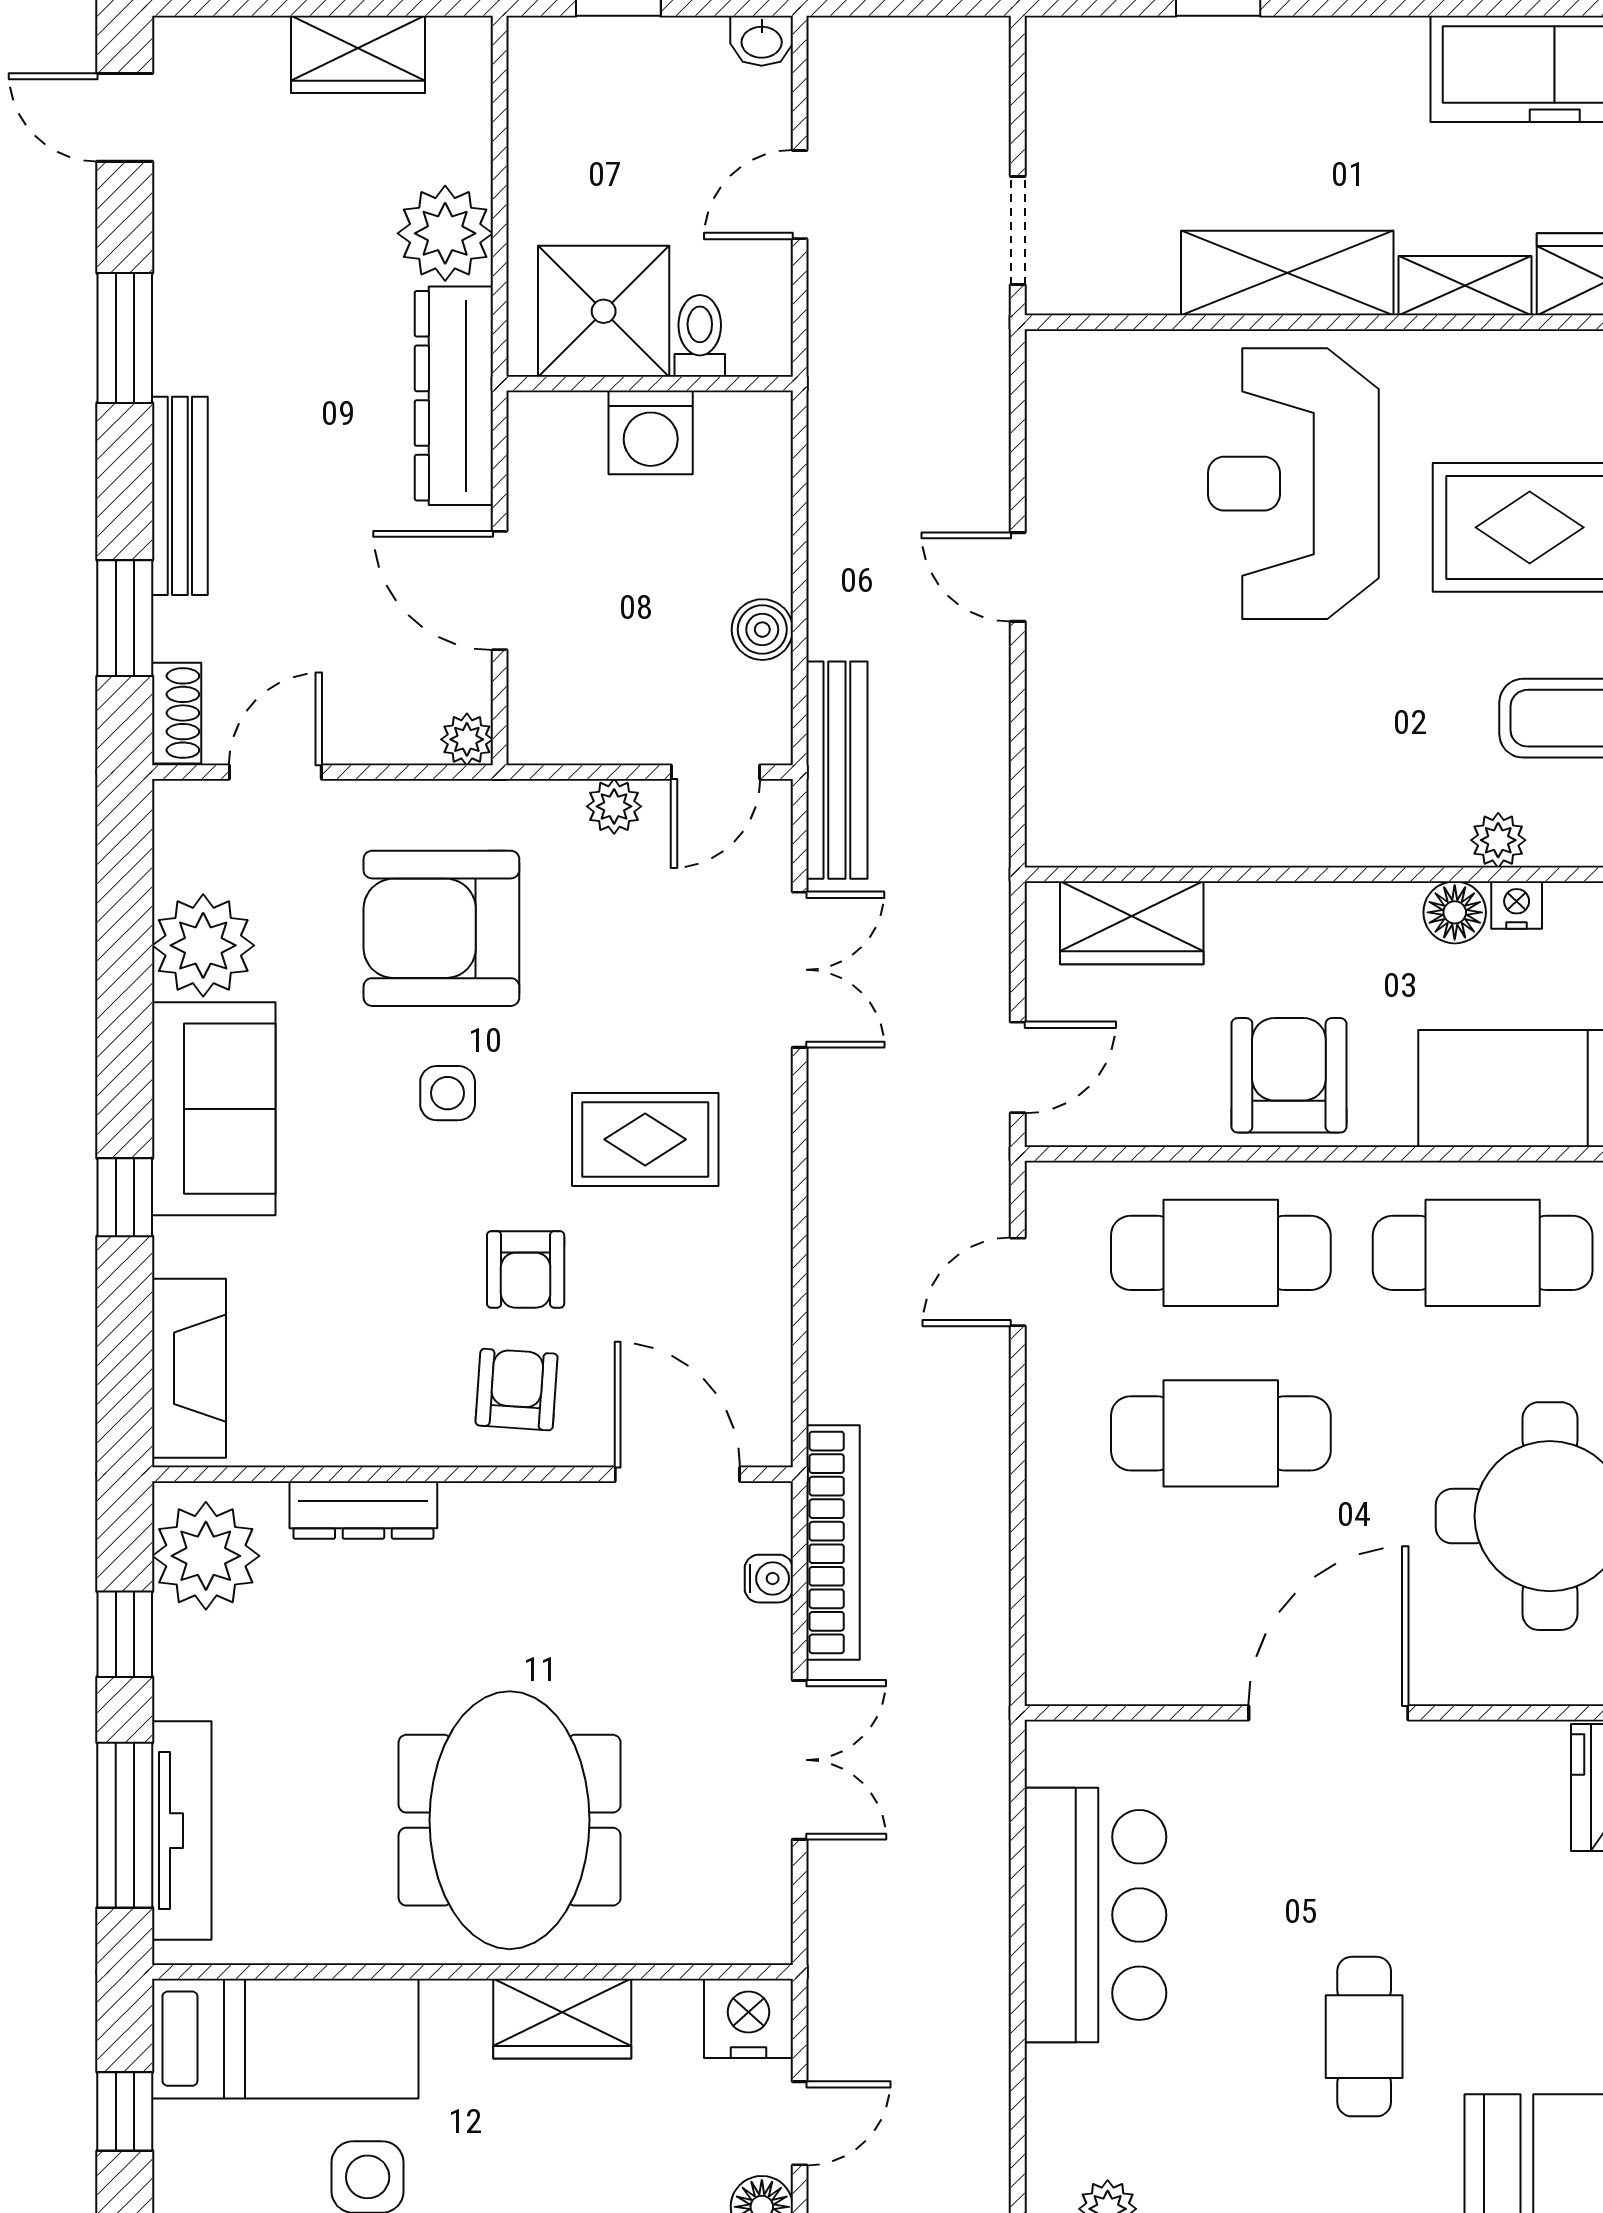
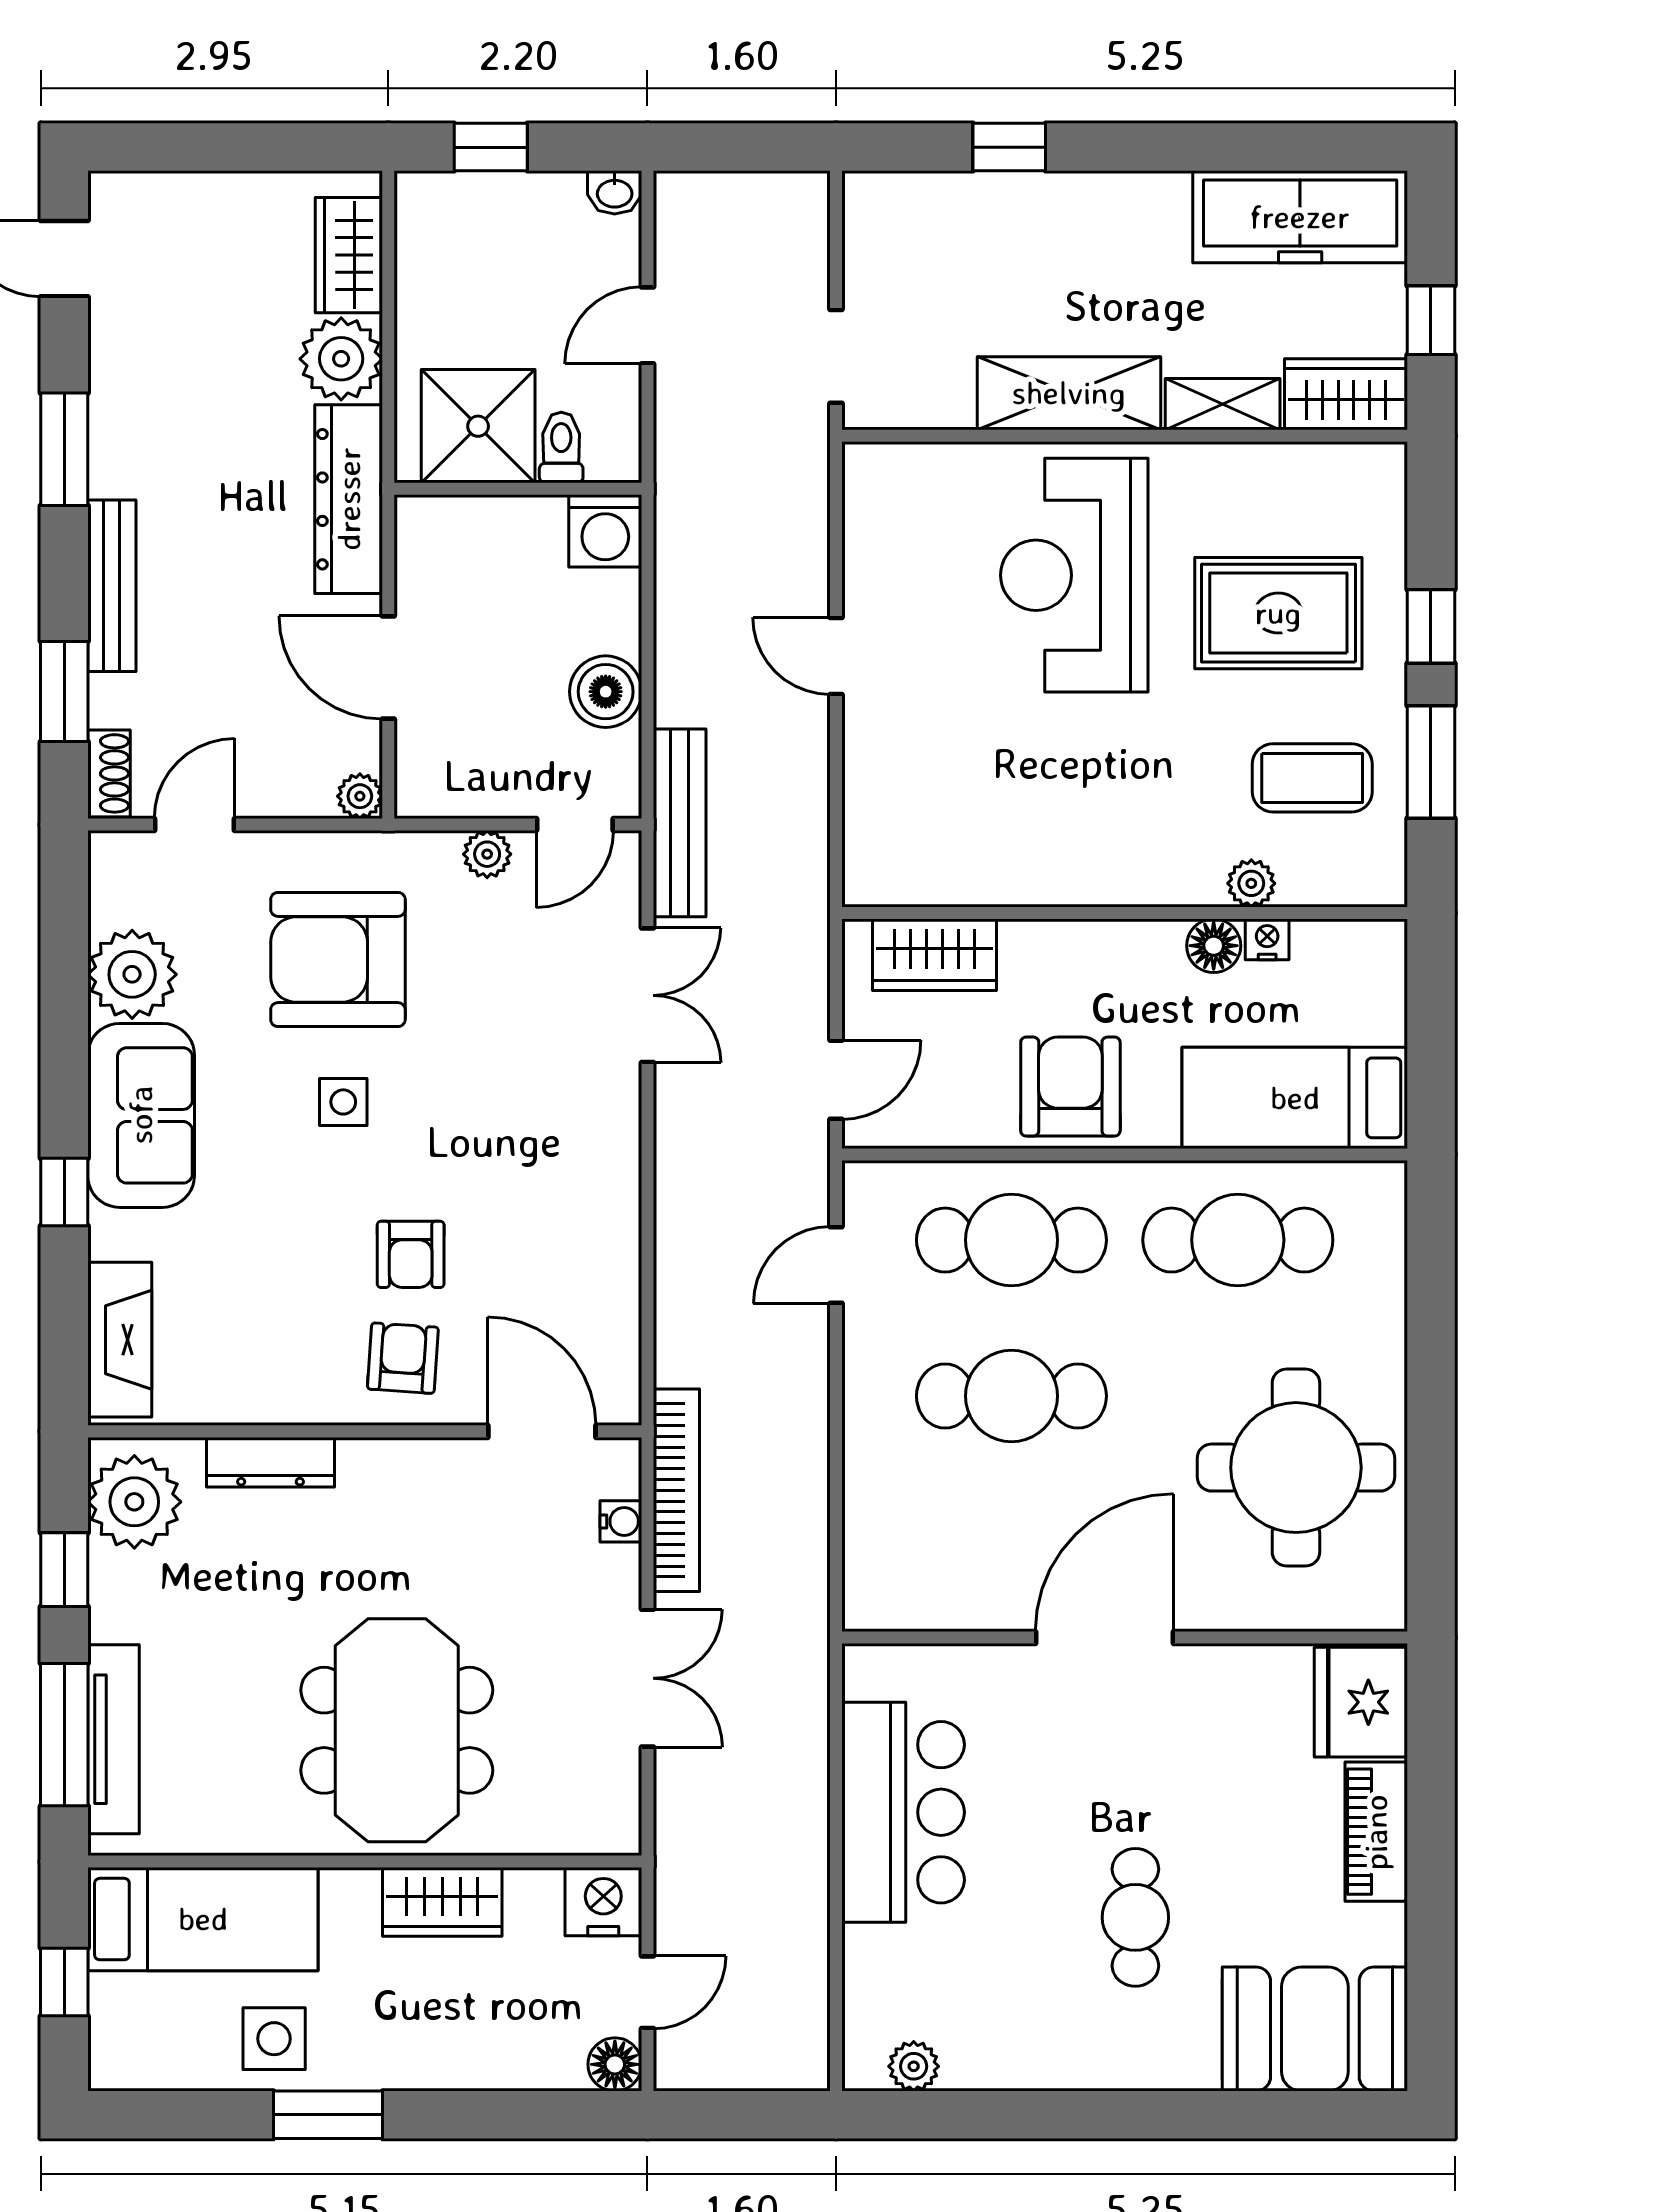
wardrobe: (358, 54) -> (349, 255), moved, turned 90
washing machine: (651, 432) -> (605, 531), moved
boiler: (762, 630) -> (606, 692), width x1.36, depth x1.36
rug: (645, 1139) -> (514, 1142), removed

